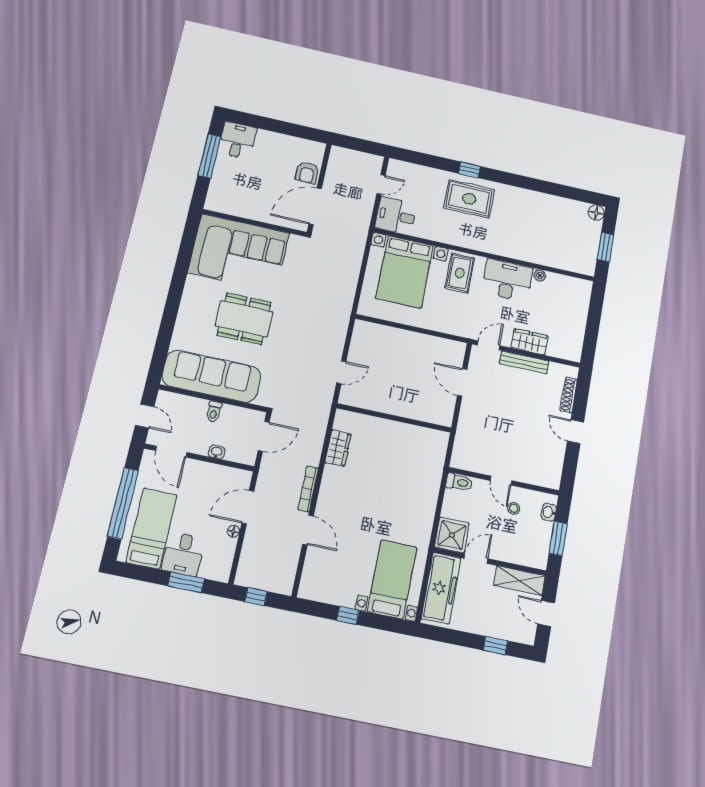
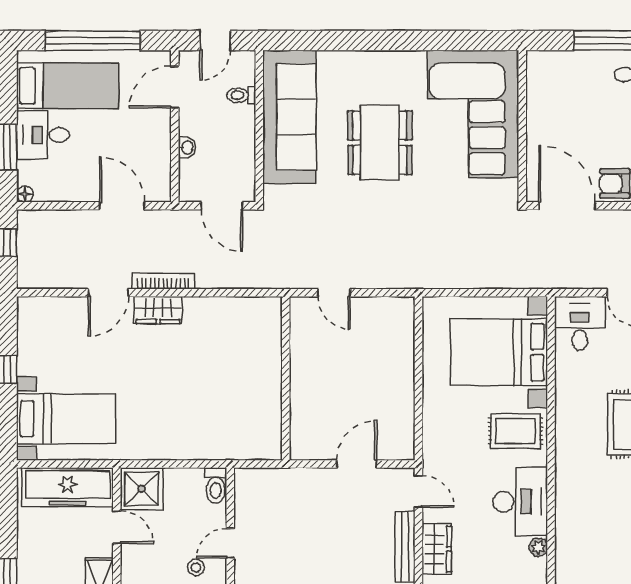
toilet: (214, 412) -> (241, 95), moved
wardrobe: (338, 448) -> (158, 310), moved
floor lamp: (234, 531) -> (25, 194), moved

